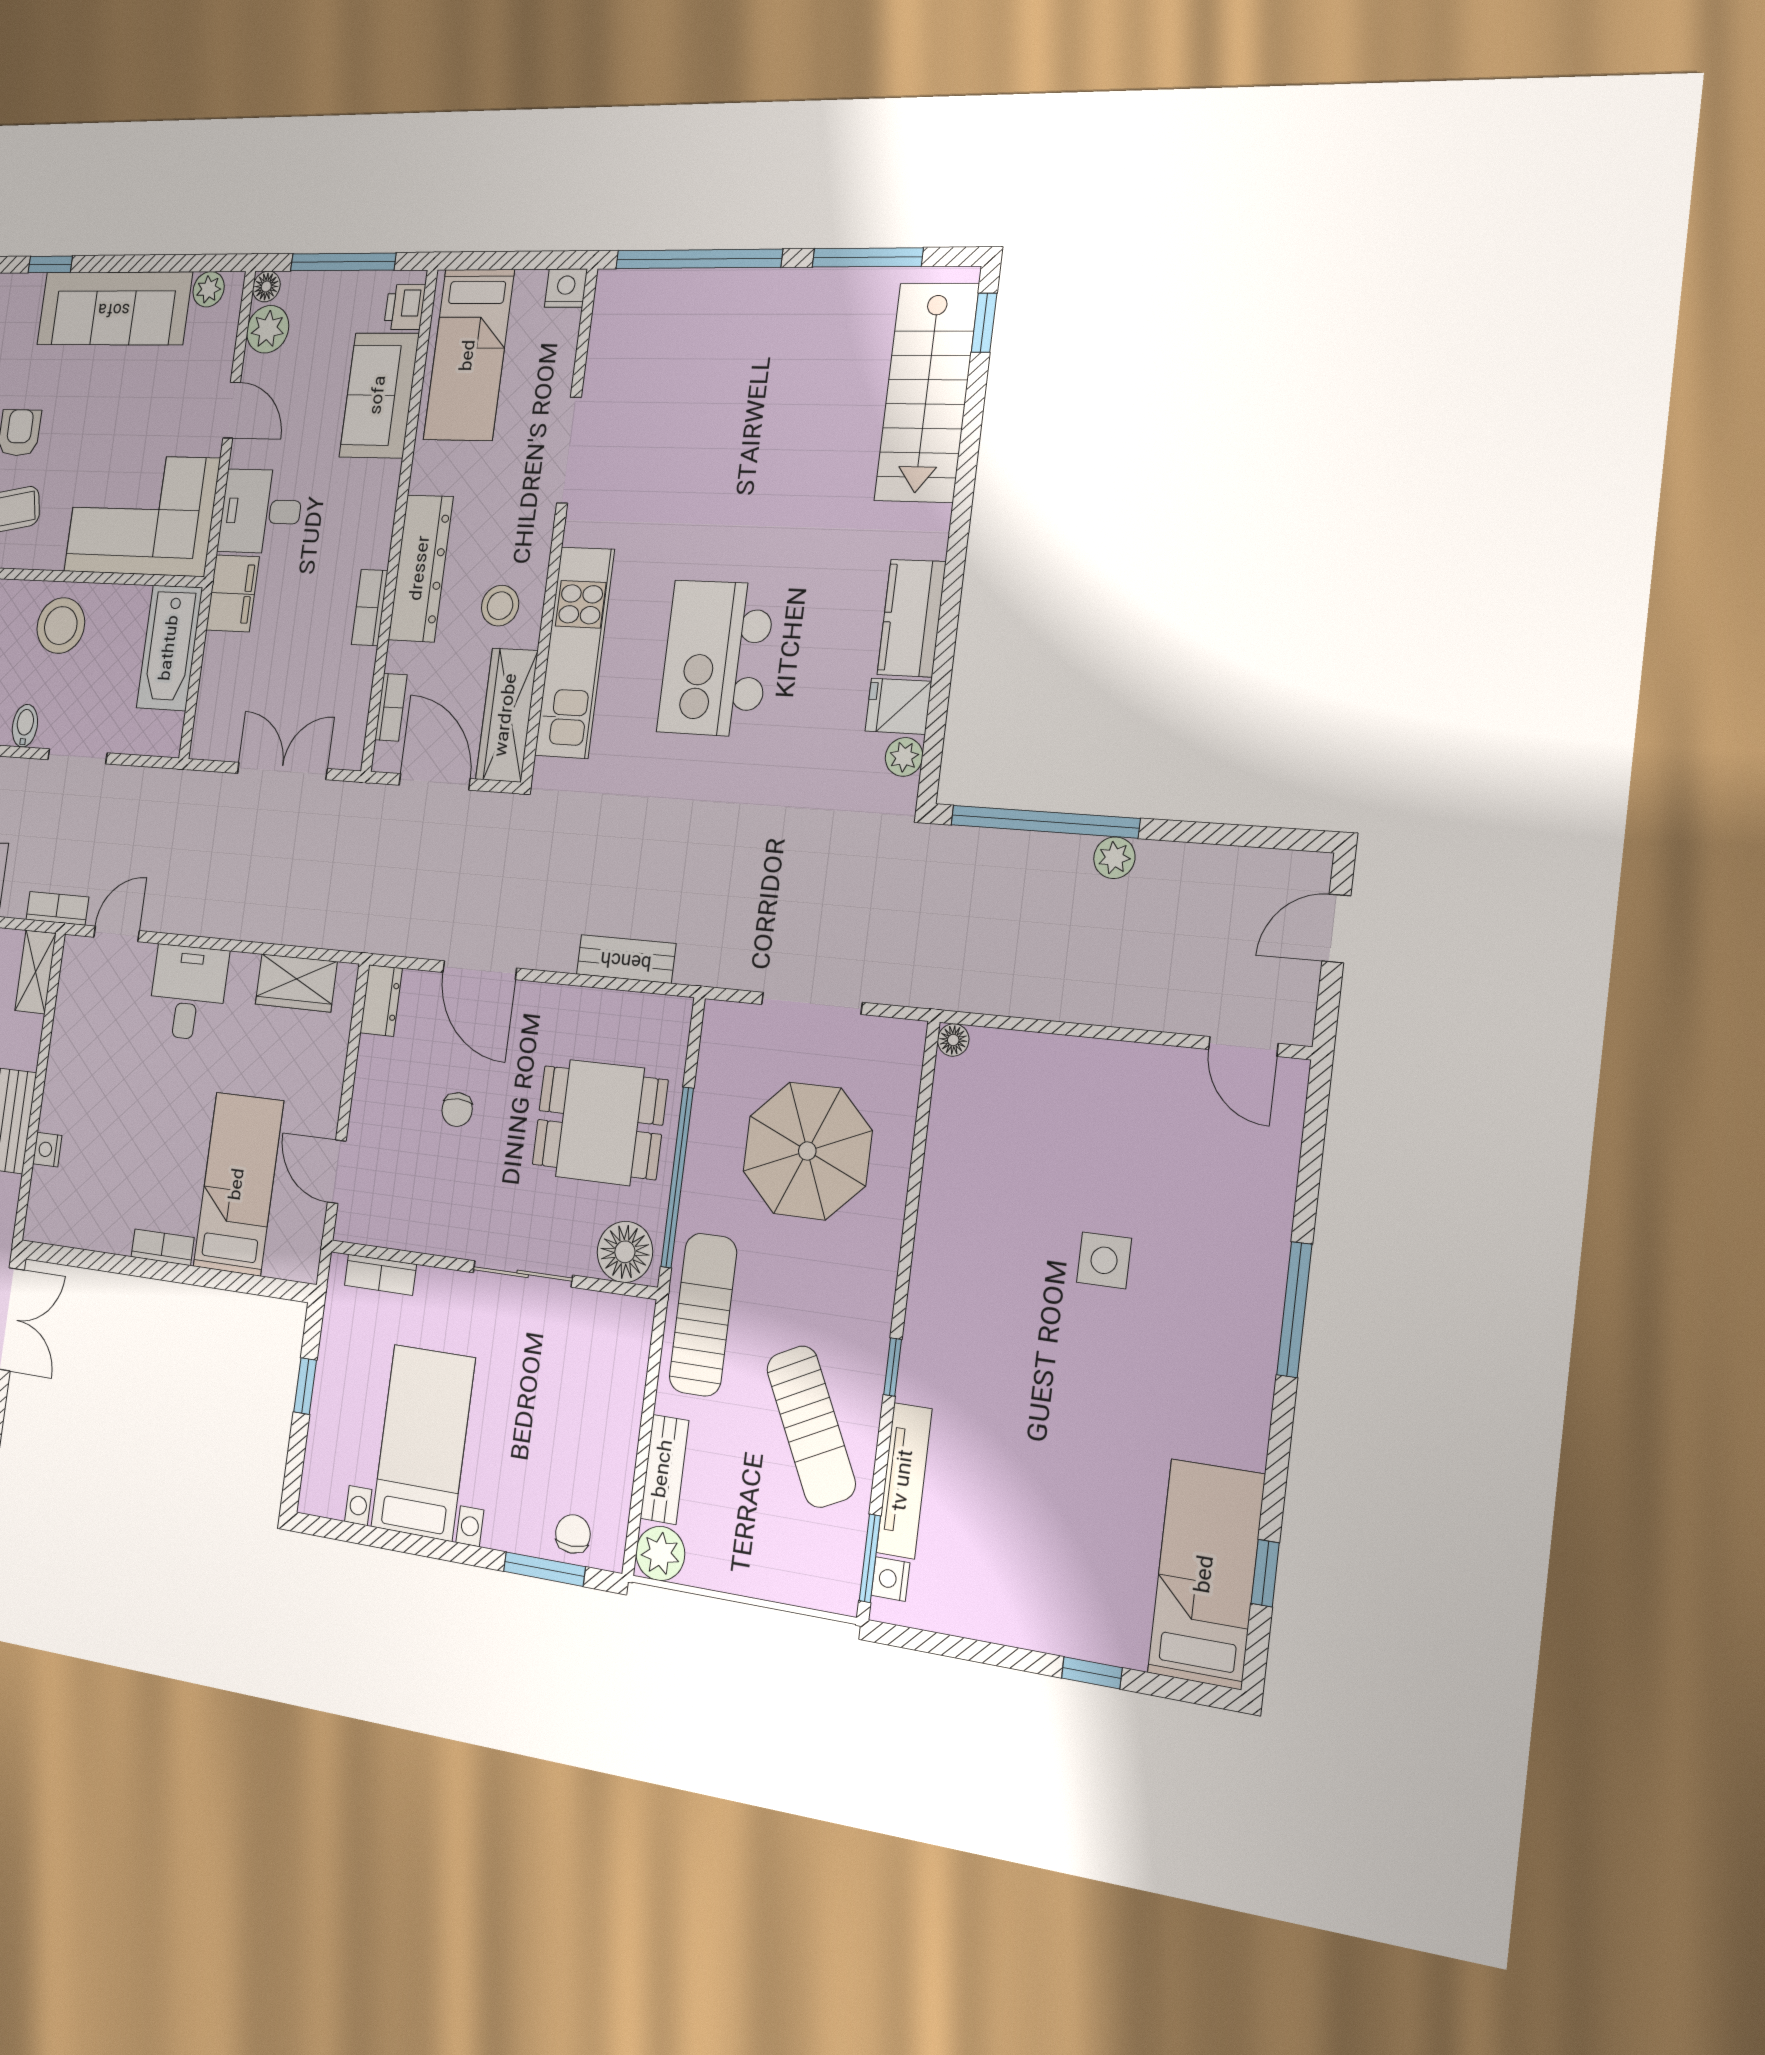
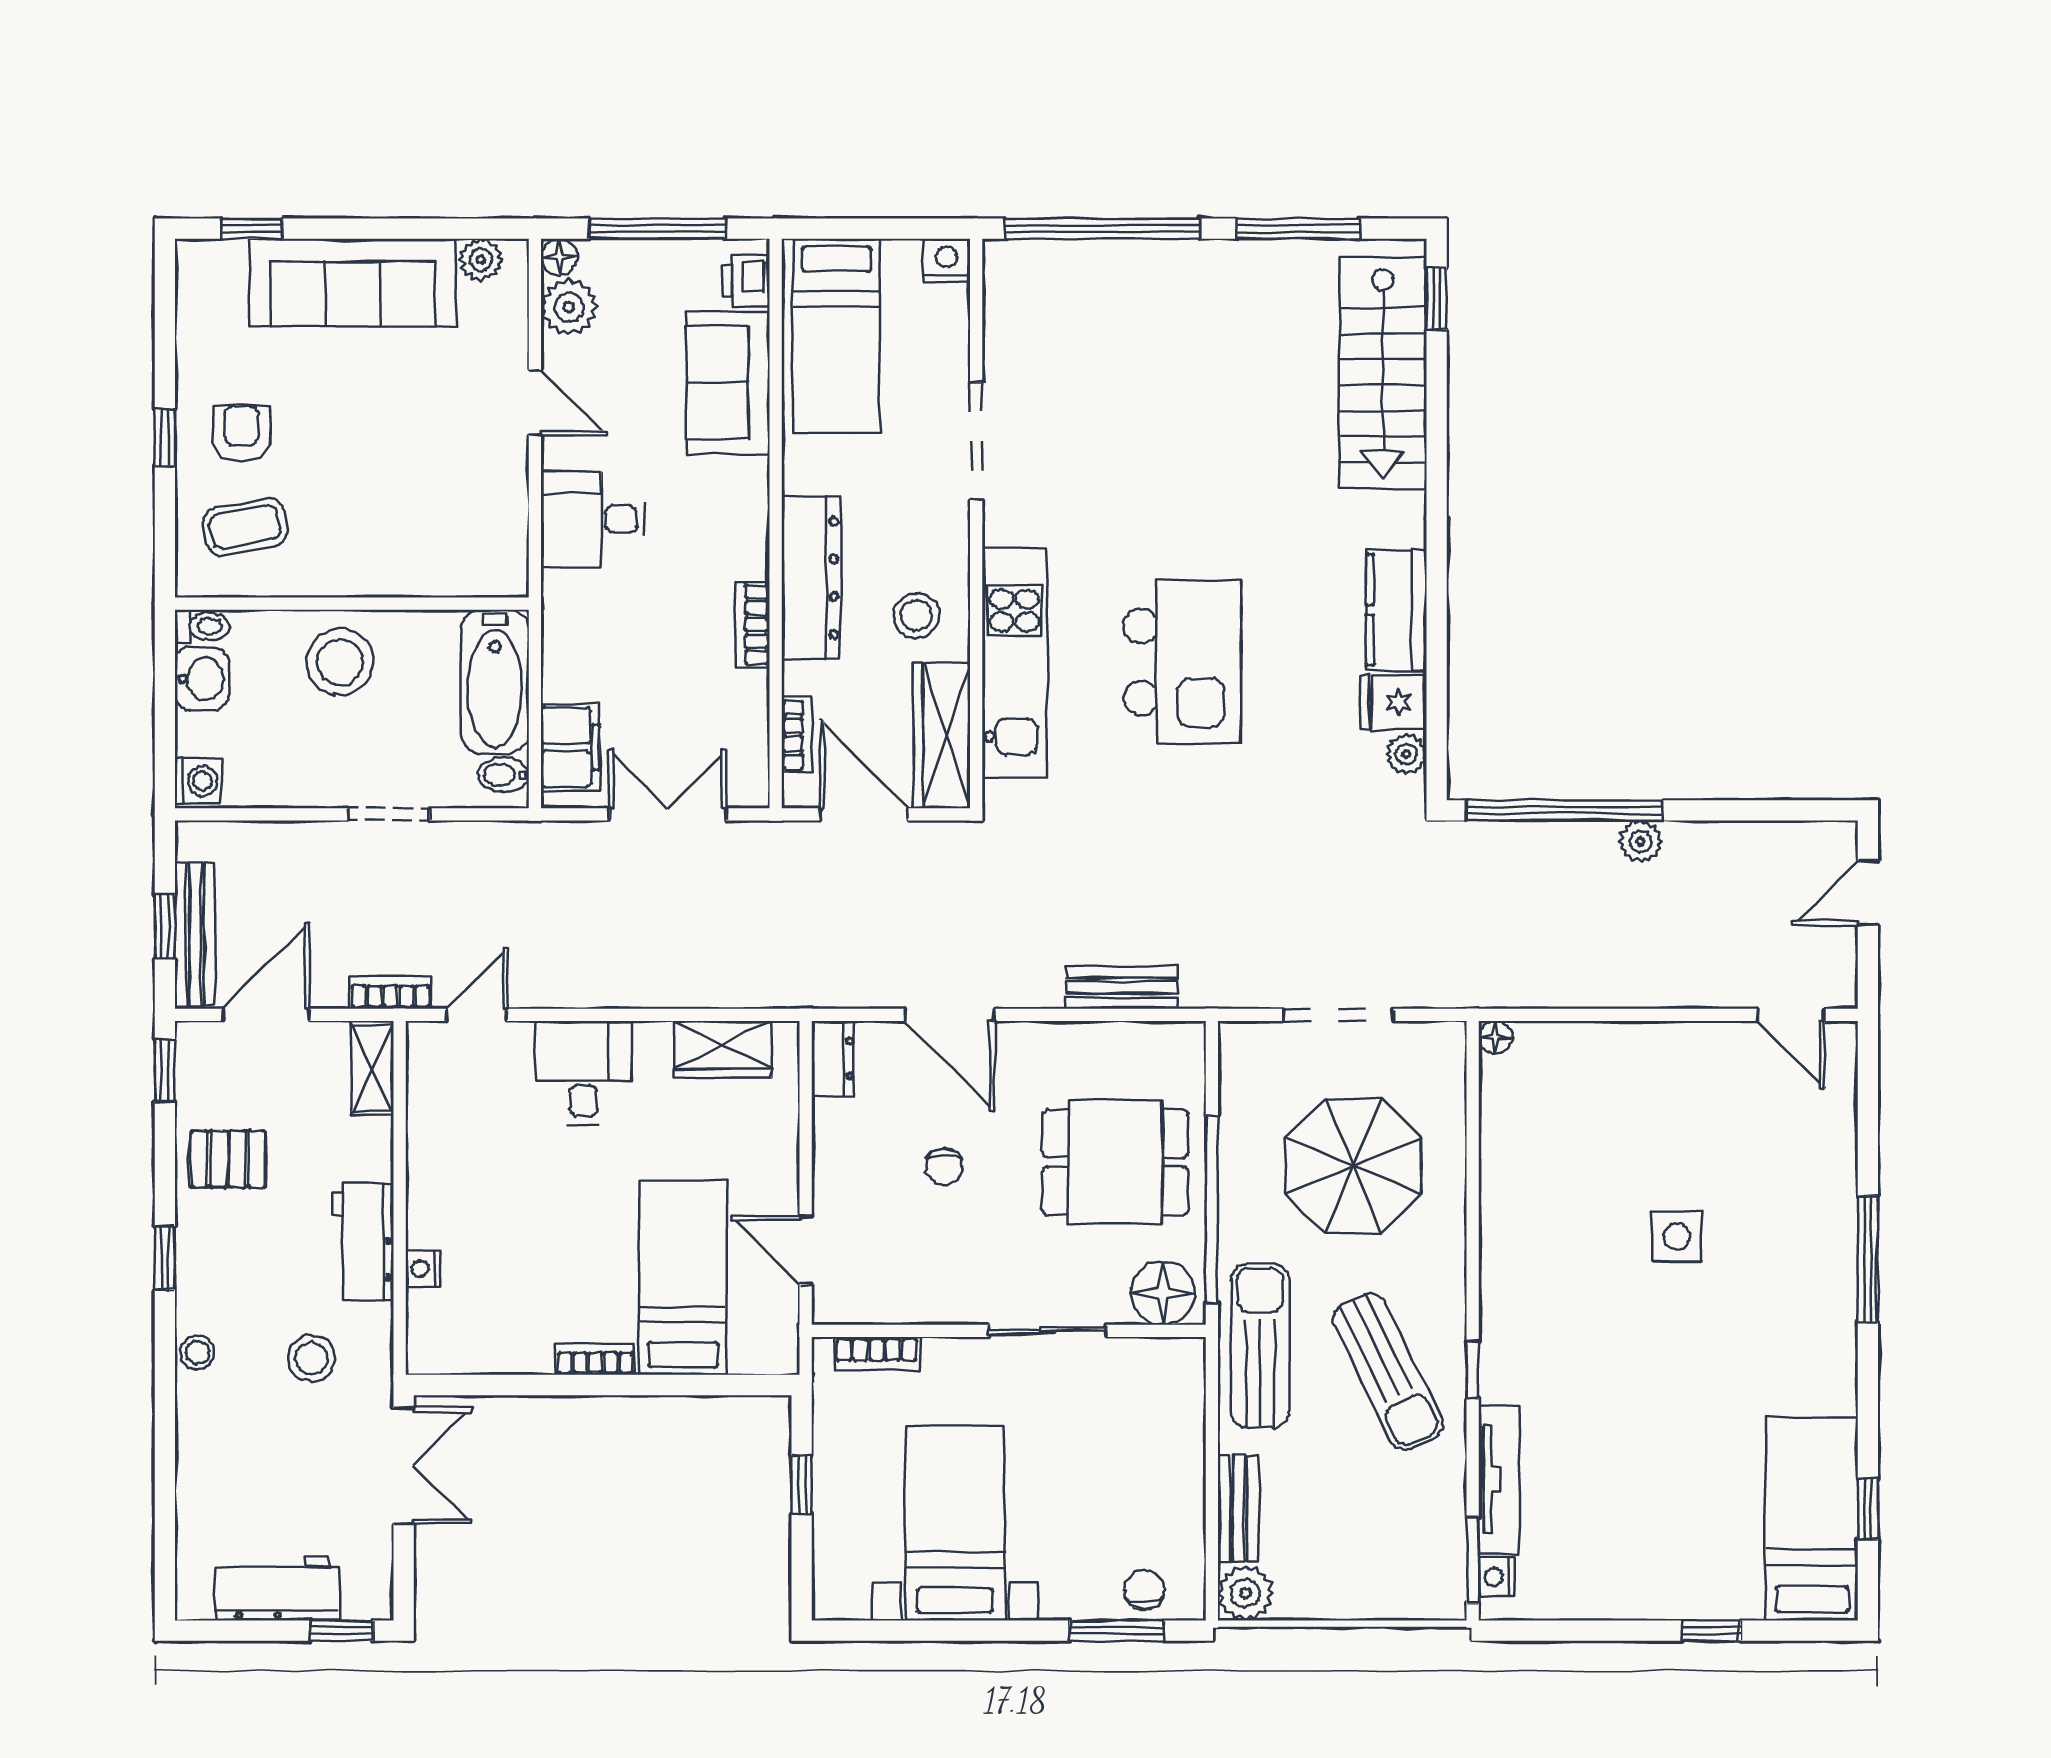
corner sofa: (142, 515) -> (431, 528), removed
filing cabinet: (233, 593) -> (570, 747), moved
kitchen island: (716, 658) -> (1182, 662), turned 180
bidet: (25, 726) -> (503, 775), moved, turned -90
sun lounger: (811, 1426) -> (1388, 1372), moved

